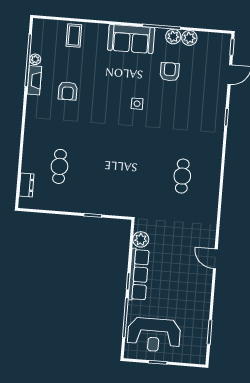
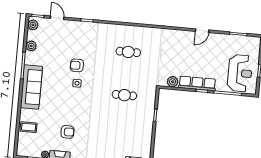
plant: (173, 37) -> (33, 25), moved
sofa: (131, 39) -> (31, 87), width x1.36
armchair: (170, 72) -> (77, 65), moved
cafe table: (59, 166) -> (124, 95), moved
door: (215, 259) -> (202, 31), moved

